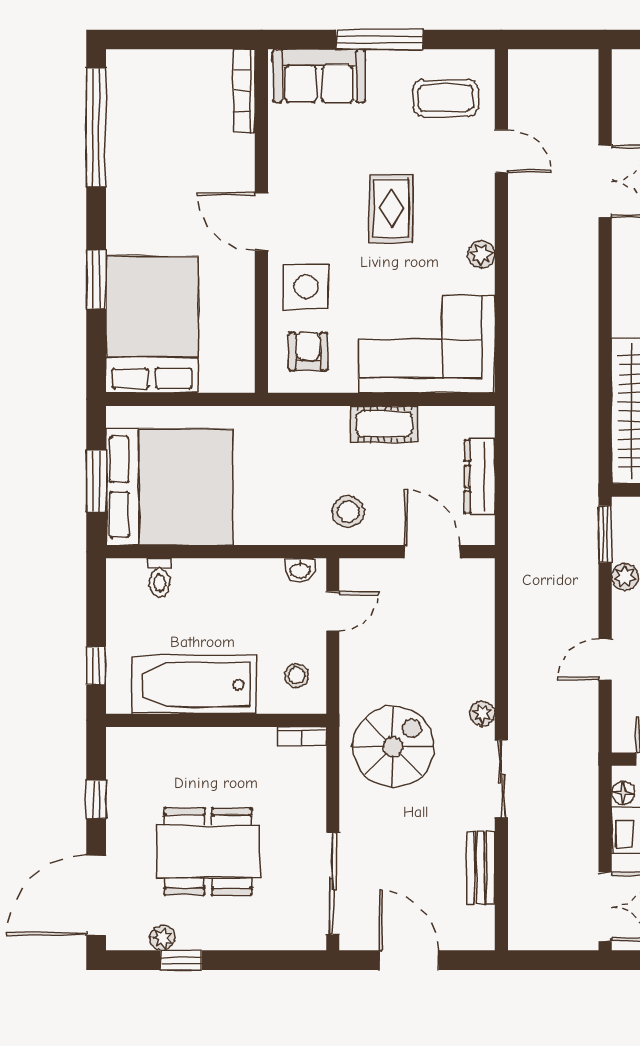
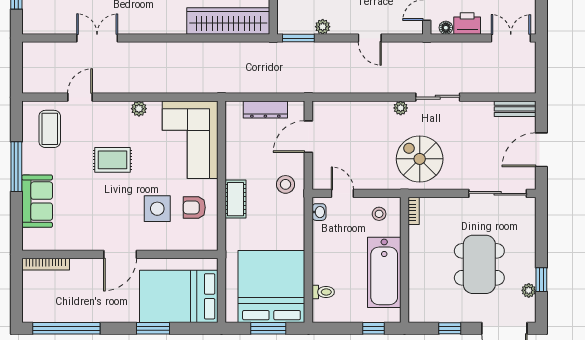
bookcase: (244, 91) -> (46, 264), moved
door: (261, 221) -> (120, 254), moved
wall: (261, 221) -> (120, 254), moved
cot: (384, 424) -> (236, 199), moved
bench: (481, 868) -> (515, 109), moved

